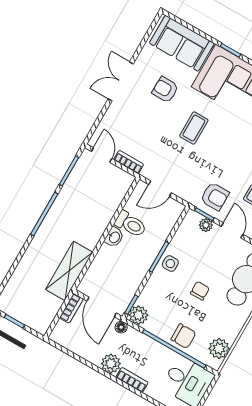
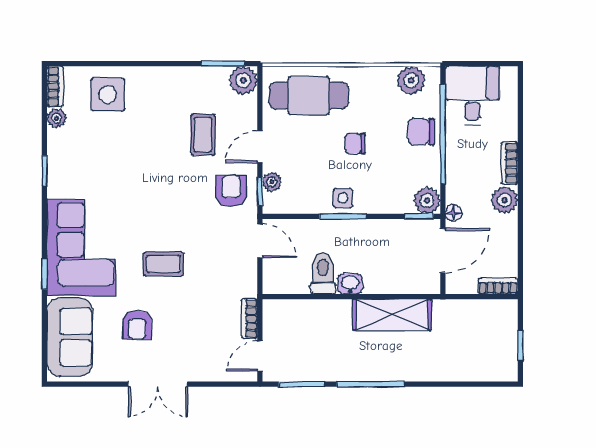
door: (160, 189) -> (260, 241), moved
shelving: (69, 271) -> (392, 315), moved
bookcase: (71, 308) -> (498, 286), moved
chair: (183, 336) -> (421, 132), turned -90

